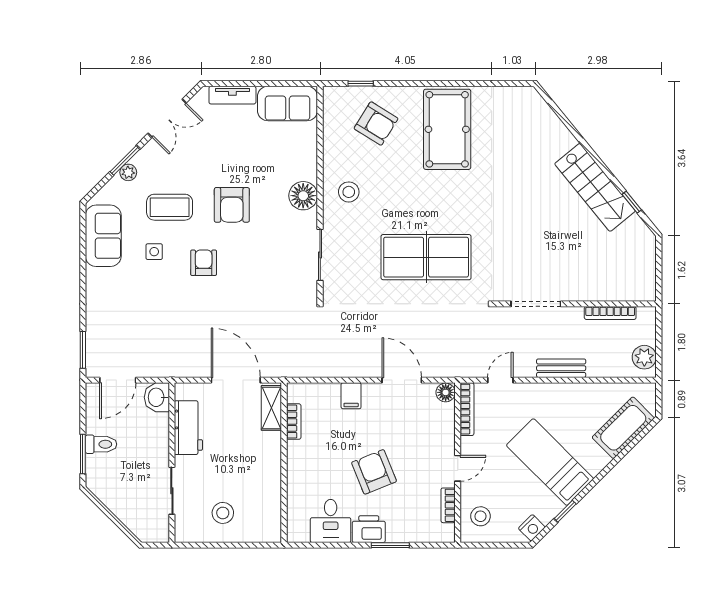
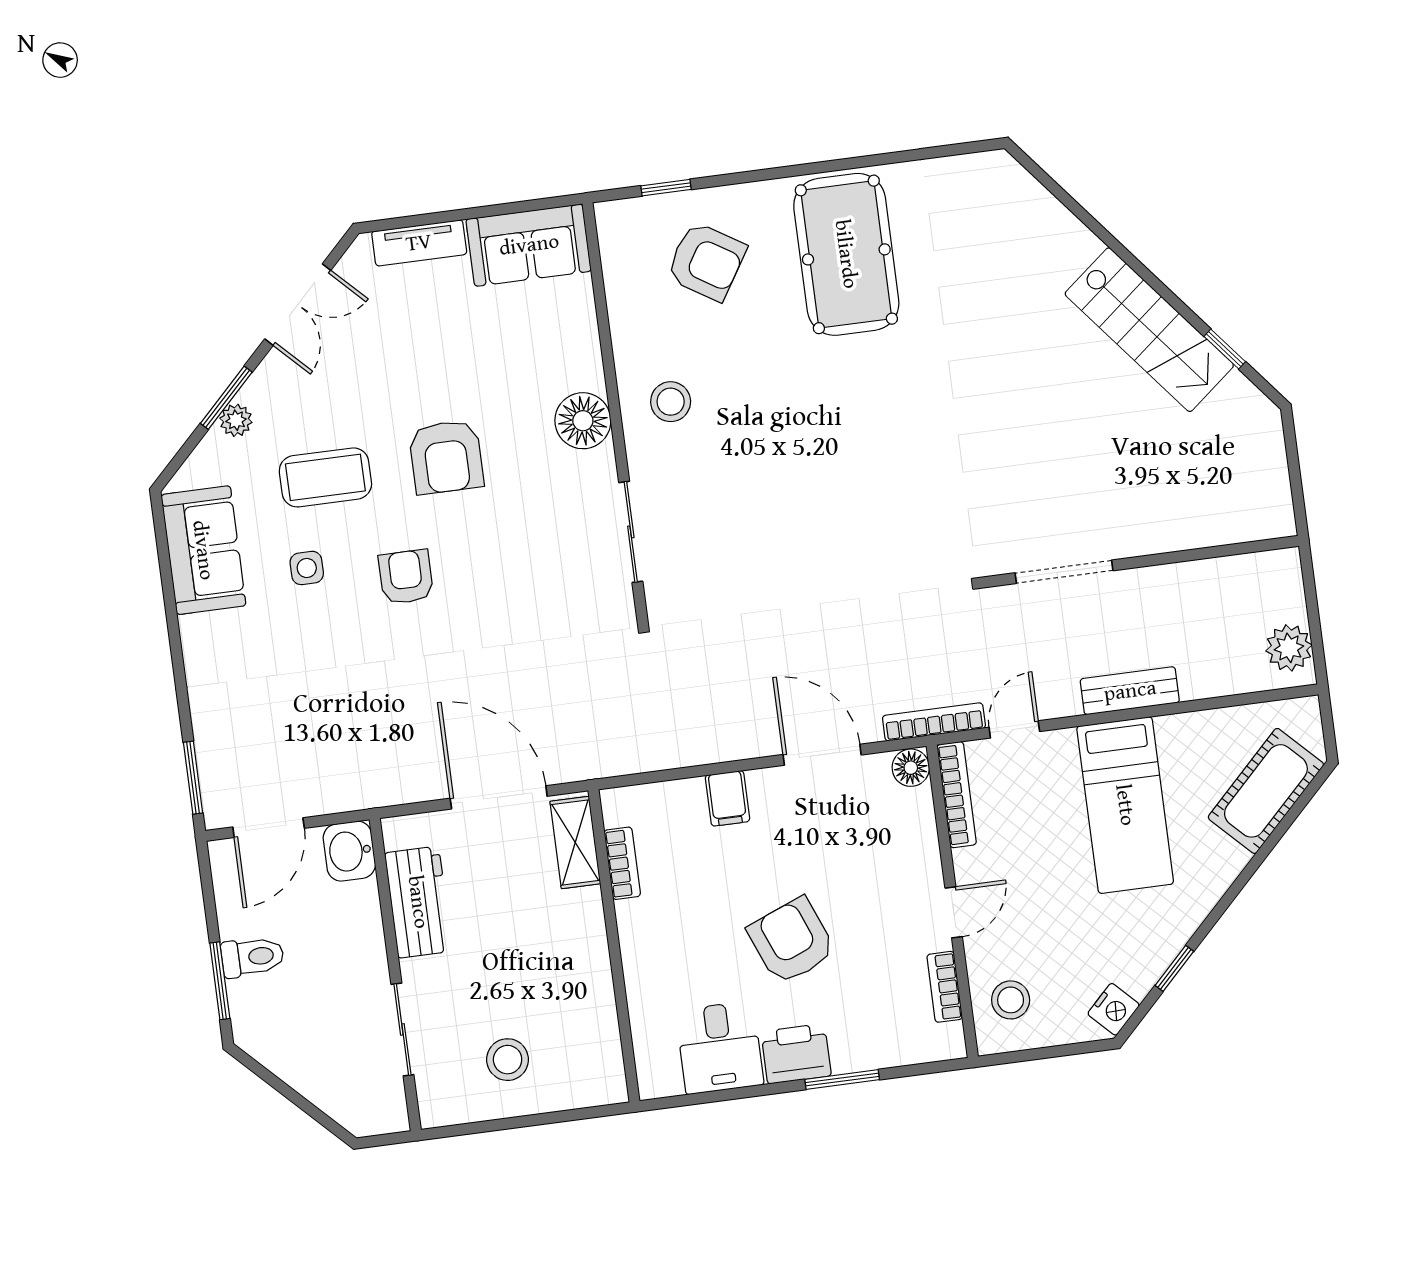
table tennis table: (426, 257) -> (838, 509), removed
bookcase: (610, 313) -> (934, 722), moved, turned 180
bed: (550, 462) -> (1125, 805), moved, turned -135

